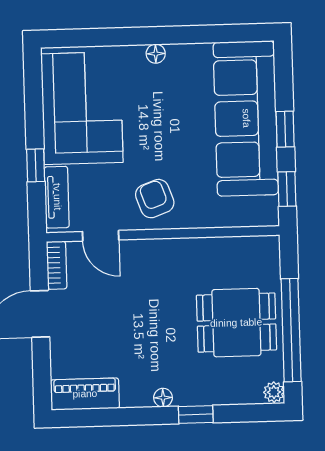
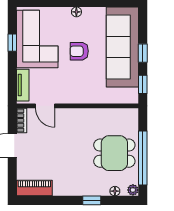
window: (36, 165) -> (12, 43), moved
armchair: (155, 199) -> (79, 51), moved, turned -70
floor lamp: (163, 398) -> (115, 191), moved

